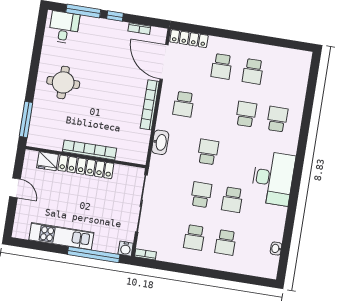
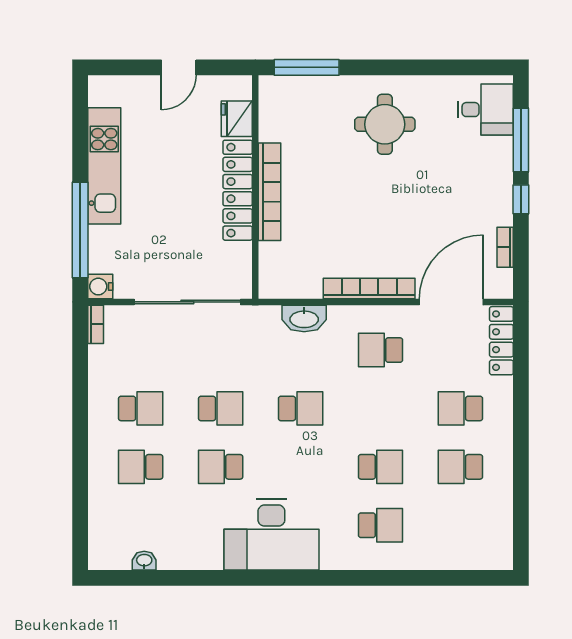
school desk: (194, 237) -> (141, 408), turned 180

